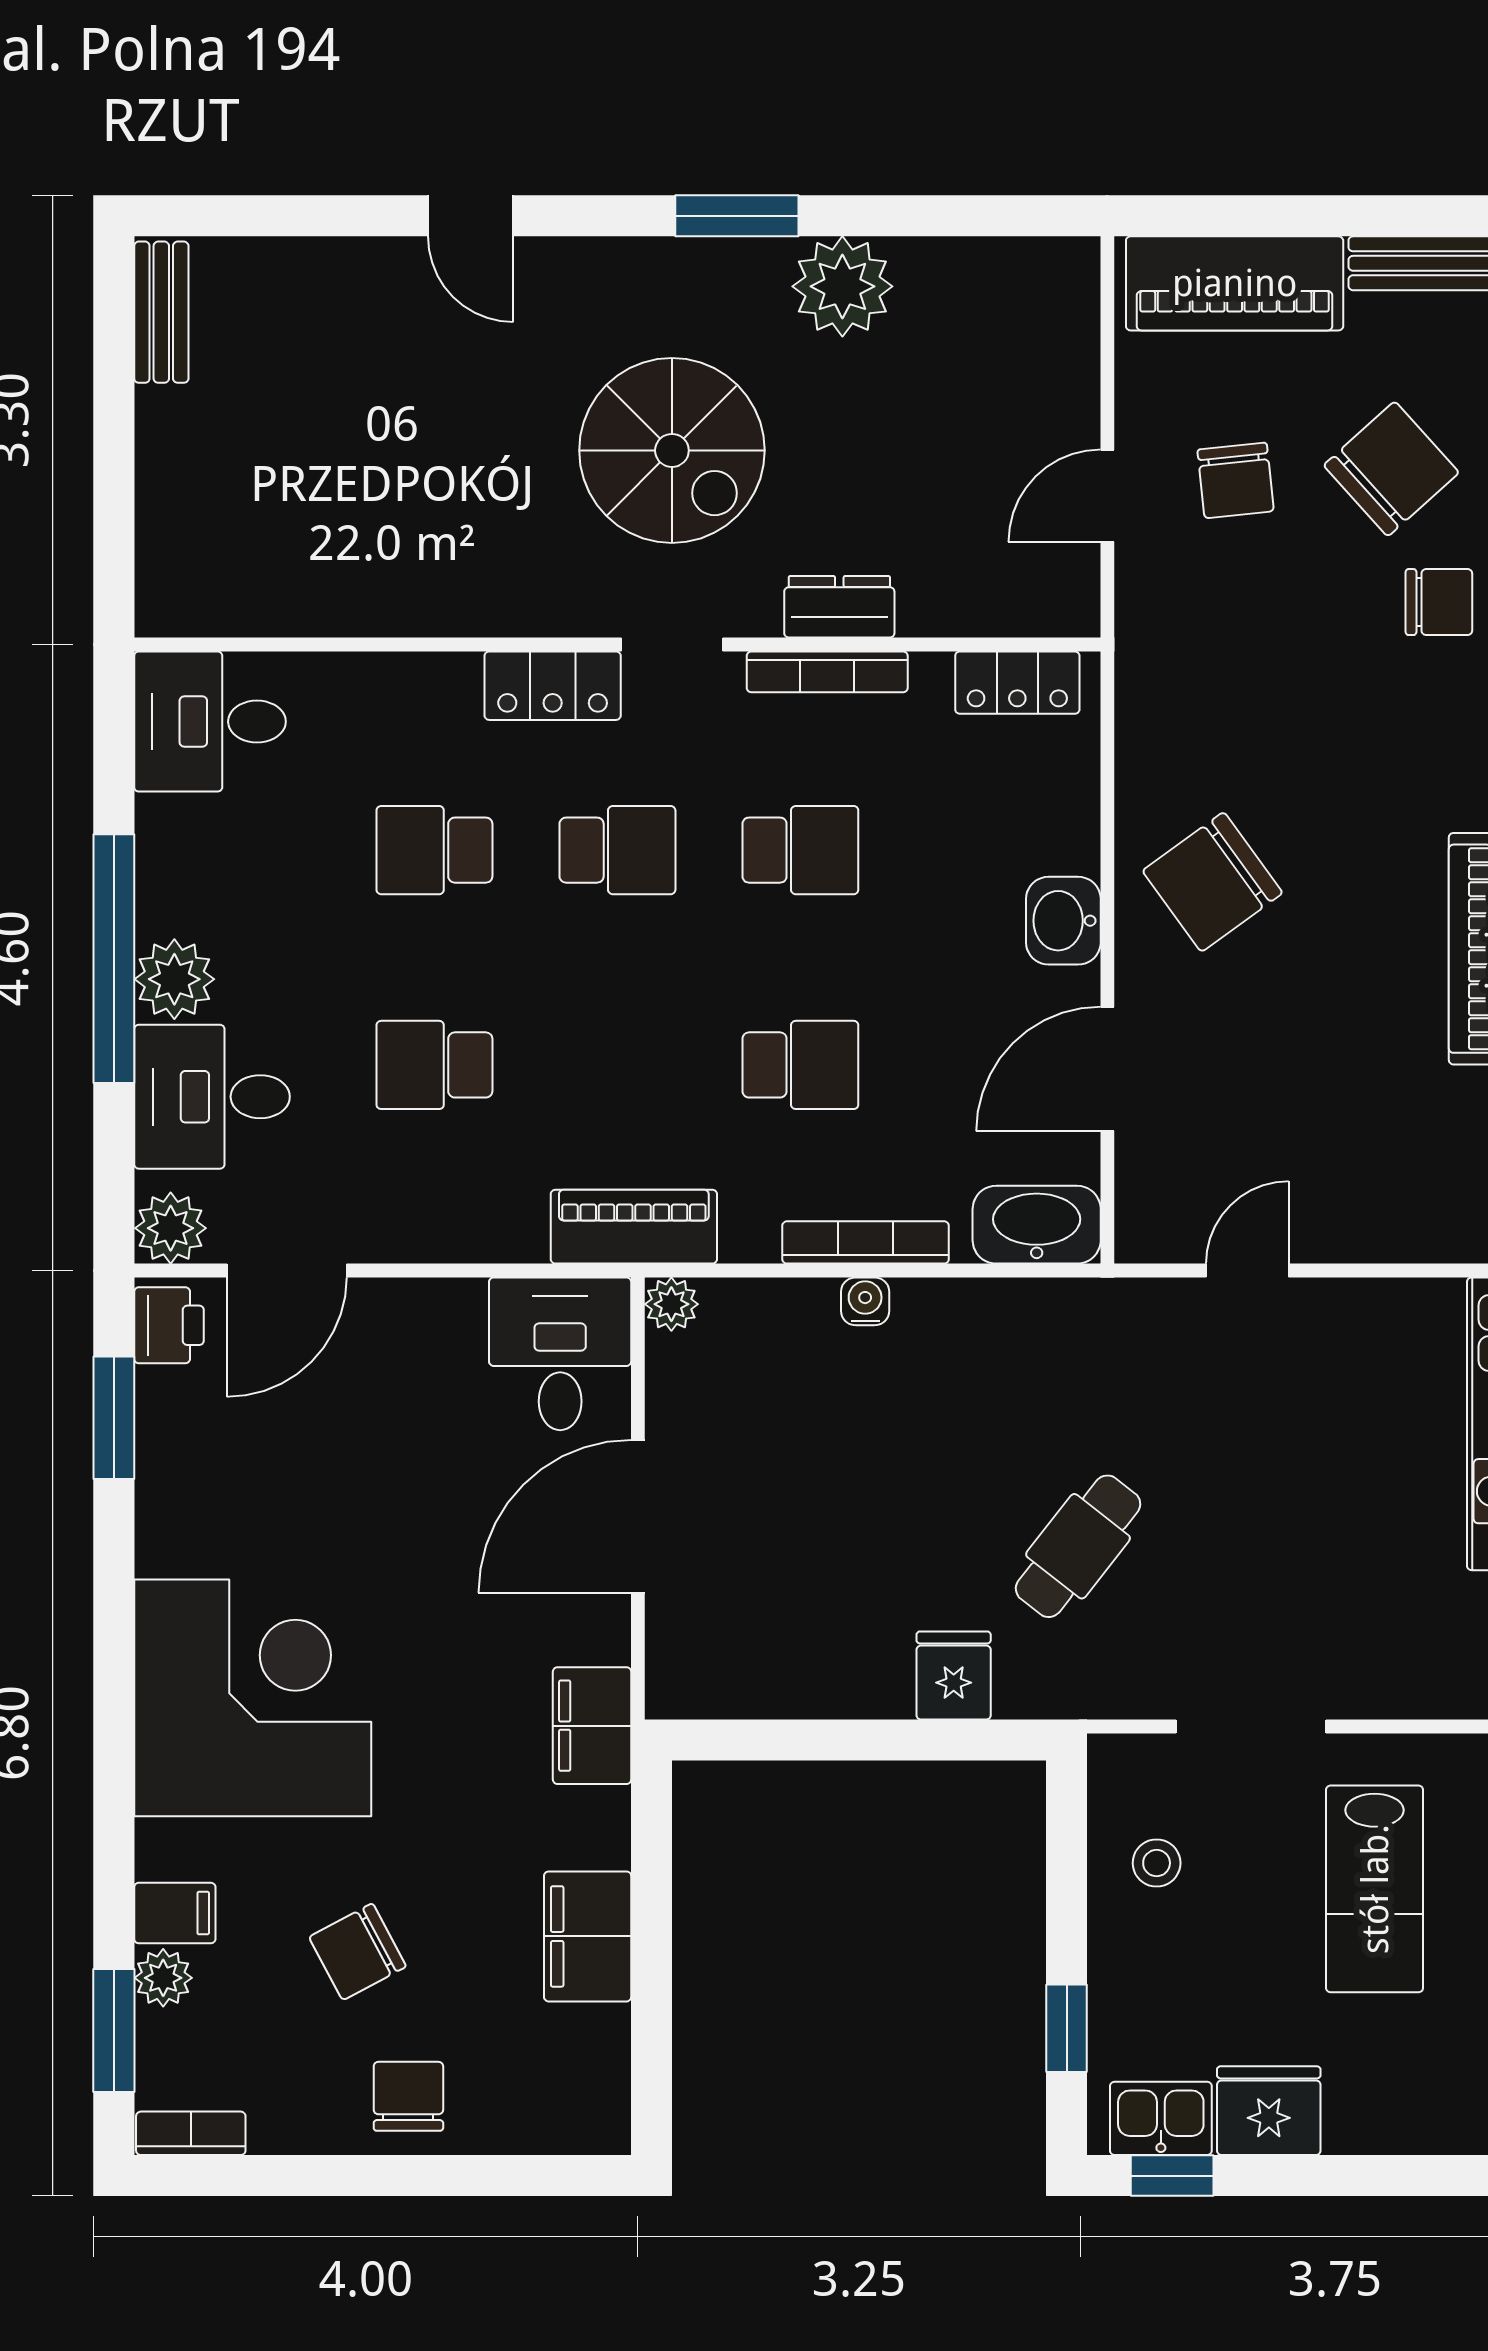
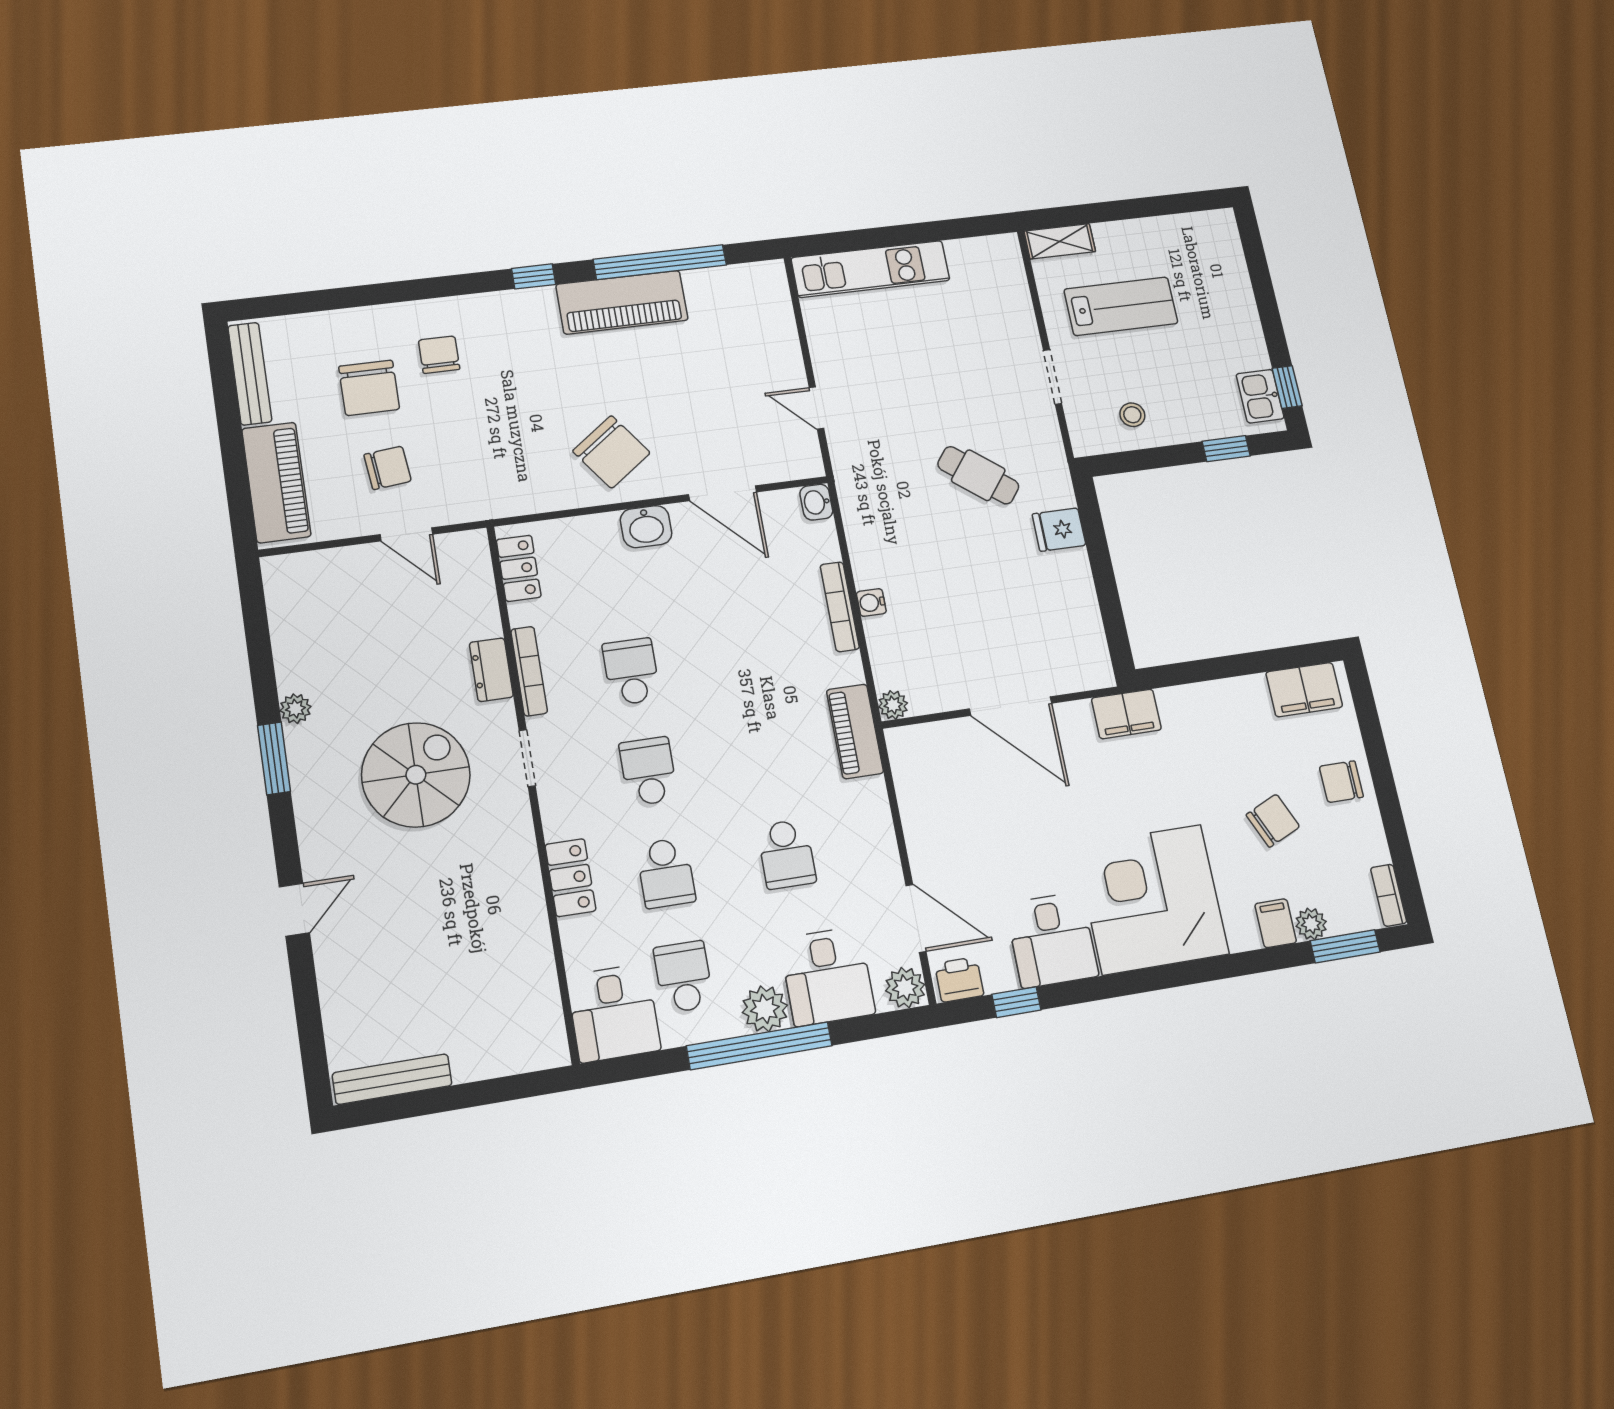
plant: (842, 286) -> (295, 709), width x0.53, depth x0.53
bench: (161, 312) -> (392, 1079), width x1.36
chair: (1391, 469) -> (369, 388), turned -138
locker: (553, 686) -> (570, 878), moved
school desk: (800, 1065) -> (684, 977), moved
washbasin: (1037, 1225) -> (816, 502), width x0.52, depth x0.69
desk: (560, 1354) -> (1052, 940), moved, turned -90
window: (114, 1418) -> (1016, 1002), width x0.67
doorway: (1251, 1726) -> (1052, 377), width x0.73
filing cabinet: (588, 1936) -> (1304, 690), moved
chair: (358, 1952) -> (1273, 821), turned -86
fridge: (1269, 2111) -> (1243, 344), removed

